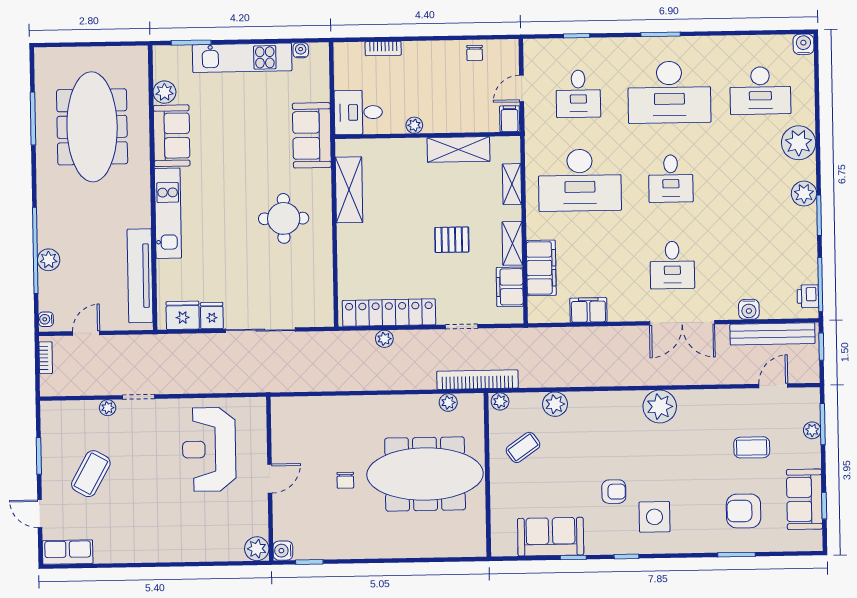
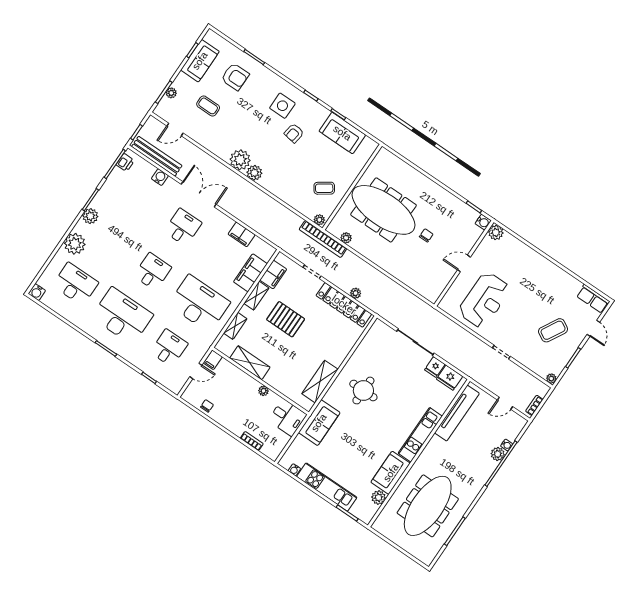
pallet: (452, 240) -> (286, 319), width x1.50, depth x1.42
water cooler: (46, 319) -> (507, 445), moved
plant: (555, 404) -> (254, 173), moved
plant: (108, 408) -> (551, 379), moved
armchair: (614, 492) -> (294, 133), turned -81

